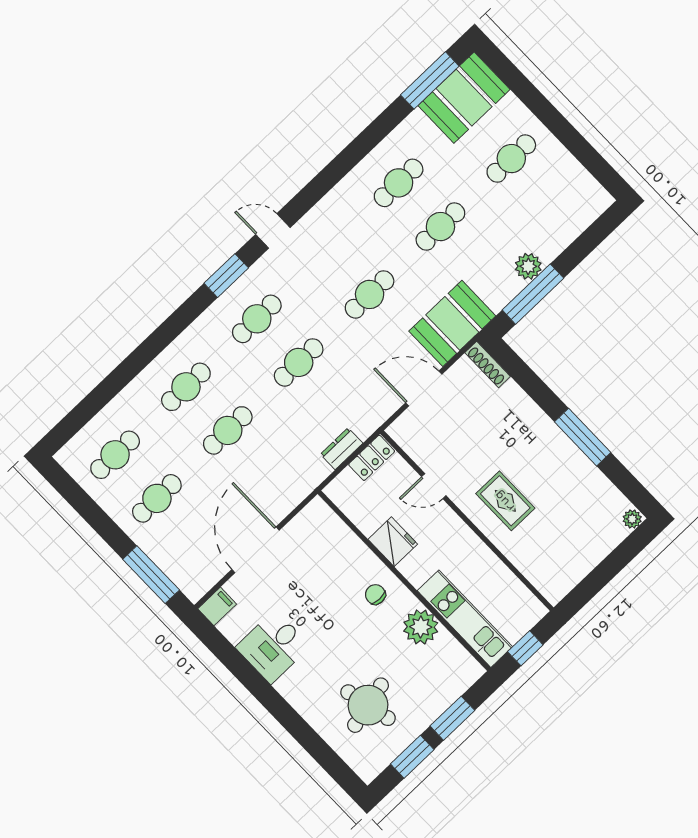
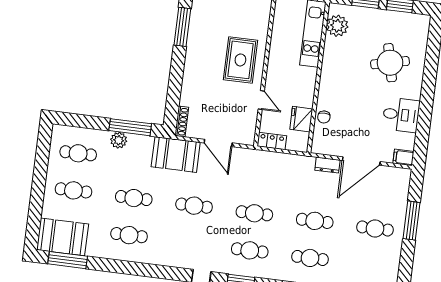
window: (583, 437) -> (182, 27), moved
dresser: (342, 449) -> (327, 165), moved
cafe table: (115, 455) -> (78, 153), moved
rug: (505, 501) -> (240, 60), width x1.36, depth x1.43
fridge: (393, 542) -> (301, 119), moved
window: (151, 575) -> (412, 221), moved
chair: (375, 595) -> (324, 117), moved
plant: (421, 627) -> (337, 26), moved
round table: (368, 705) -> (390, 63), moved

